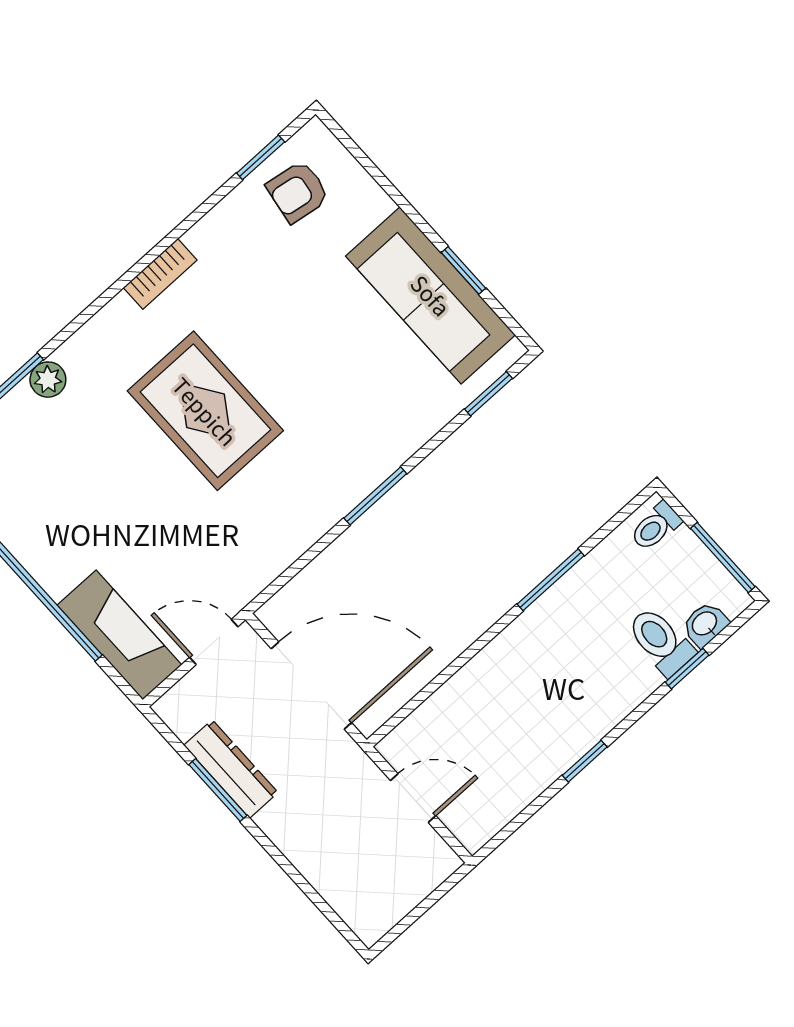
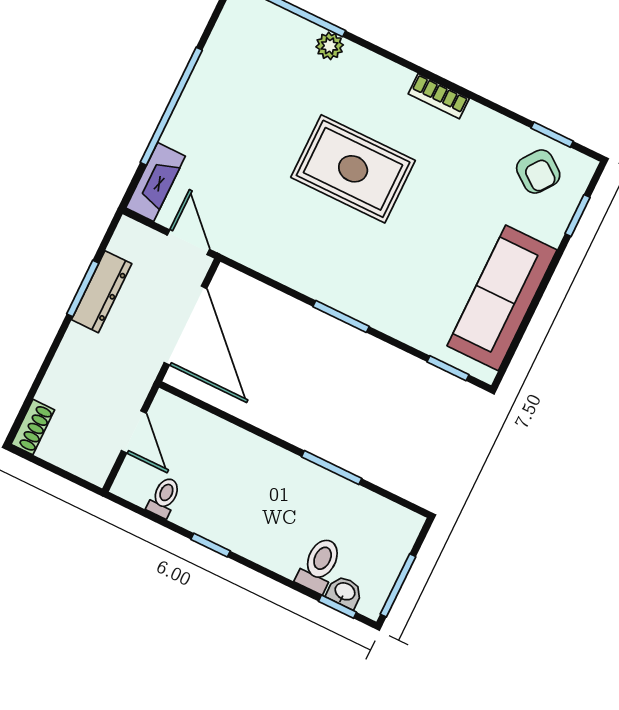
armchair: (298, 192) -> (538, 171), turned -152
window: (463, 270) -> (578, 216), moved
rug: (205, 411) -> (353, 169), turned 90
toilet: (656, 527) -> (164, 497), moved, turned 90
fireplace: (119, 635) -> (156, 182), width x0.73, depth x0.76
window: (687, 669) -> (338, 607), moved
shoe rack: (359, 916) -> (33, 427), added

